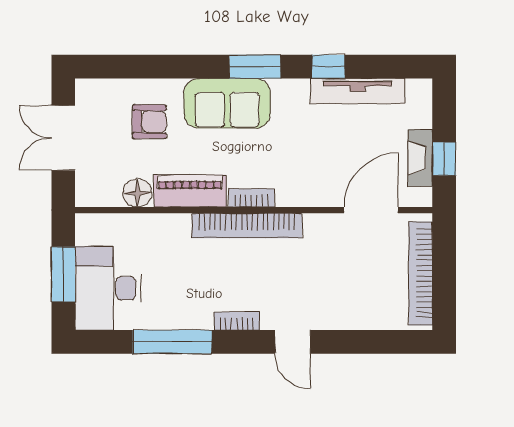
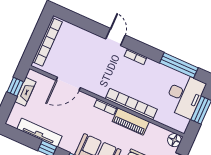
floor lamp: (137, 193) -> (174, 140), moved
door: (371, 210) -> (68, 84), moved
bookcase: (247, 226) -> (131, 104), moved
window: (172, 342) -> (179, 65), moved

